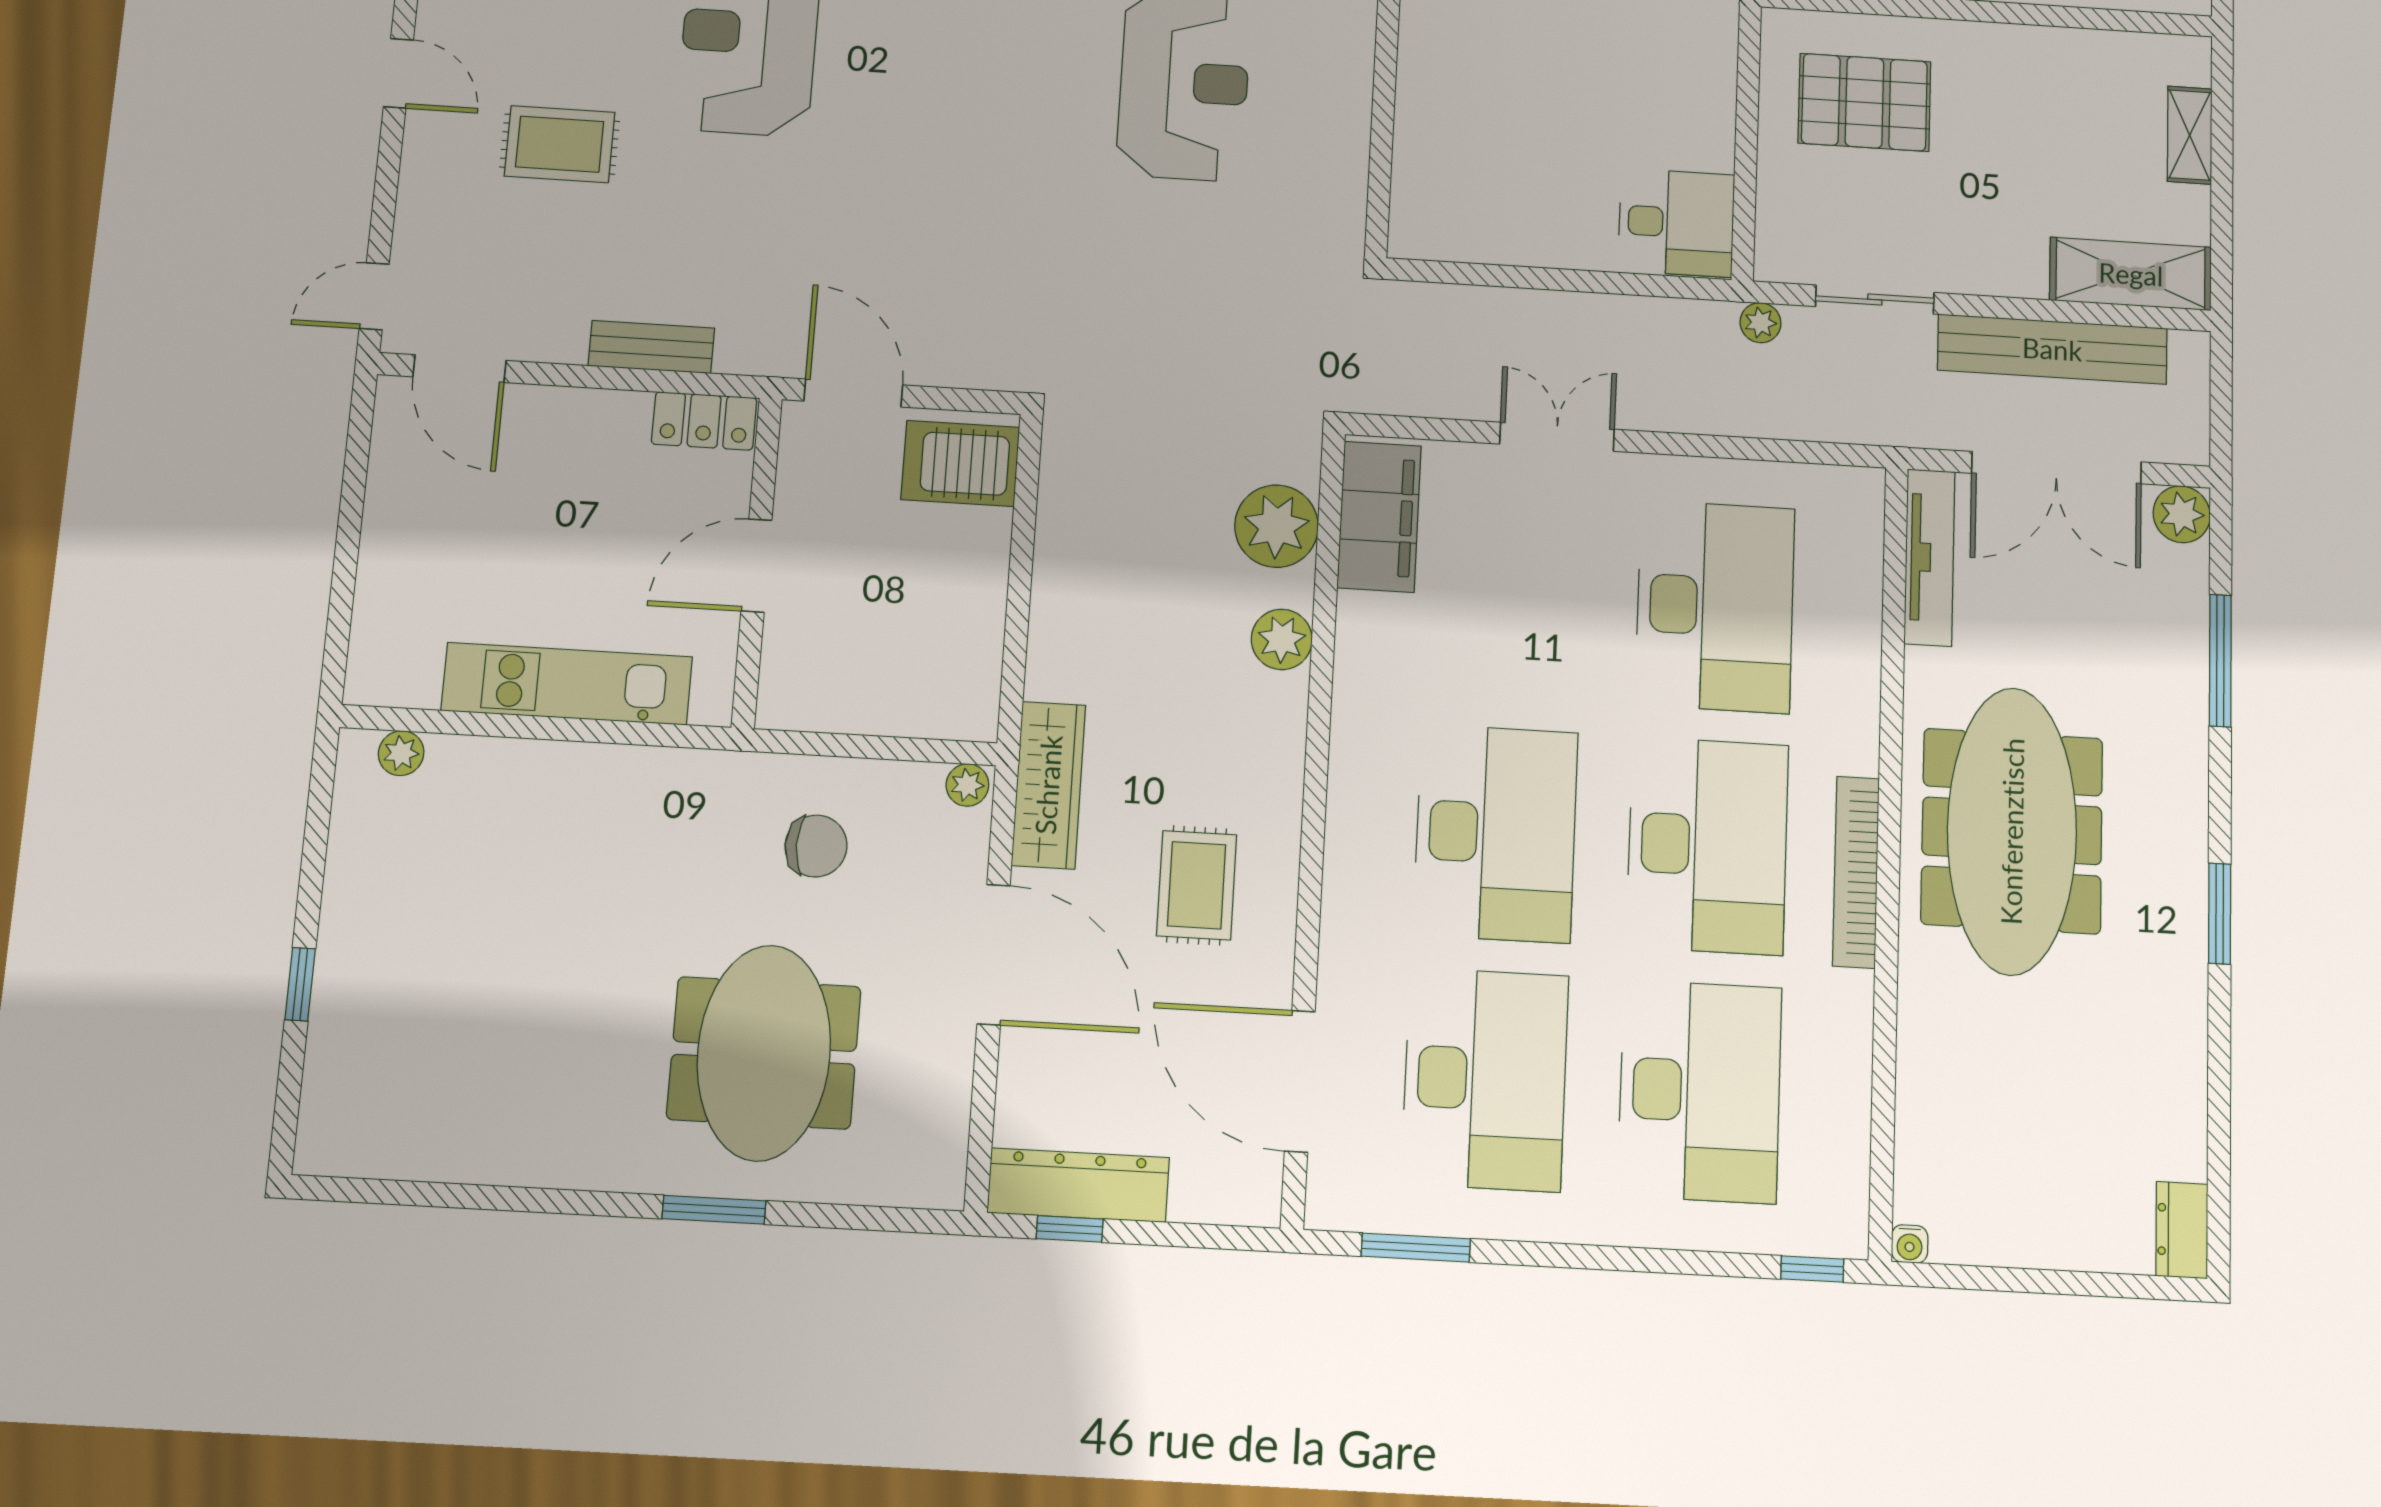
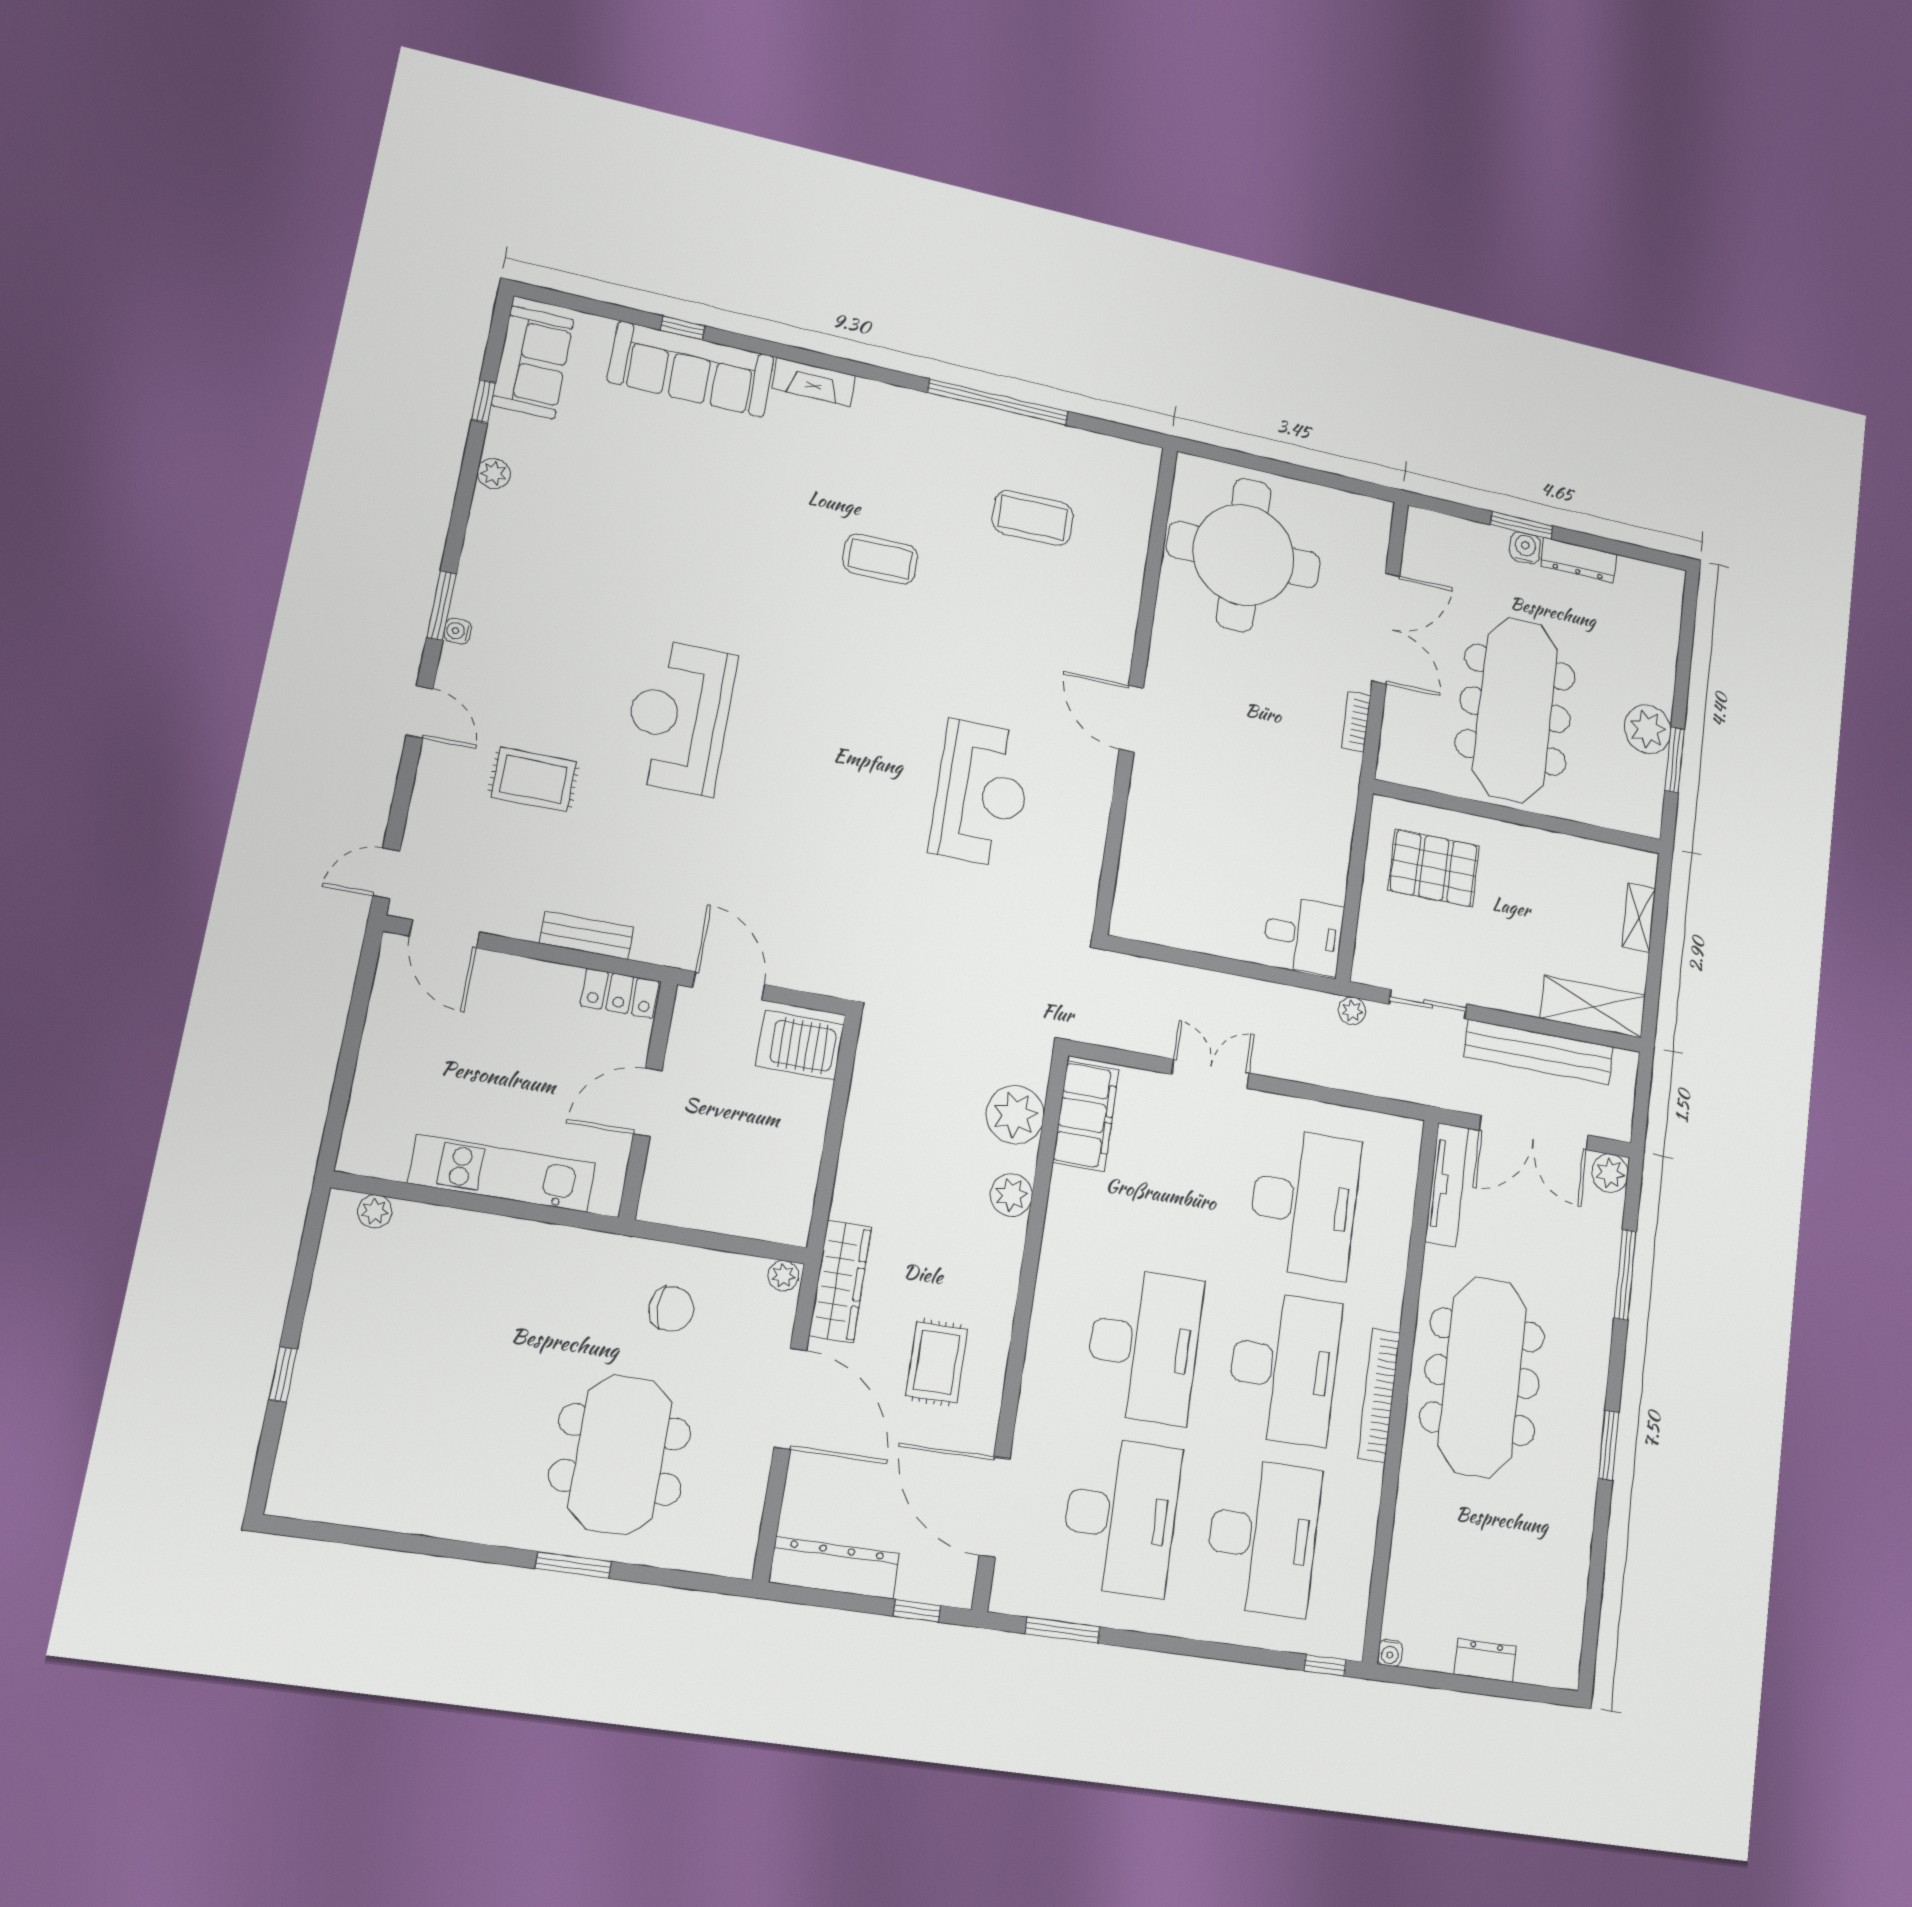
window: (1070, 1229) -> (917, 1611), moved
dresser: (2182, 1230) -> (1485, 1660), moved, turned 90

